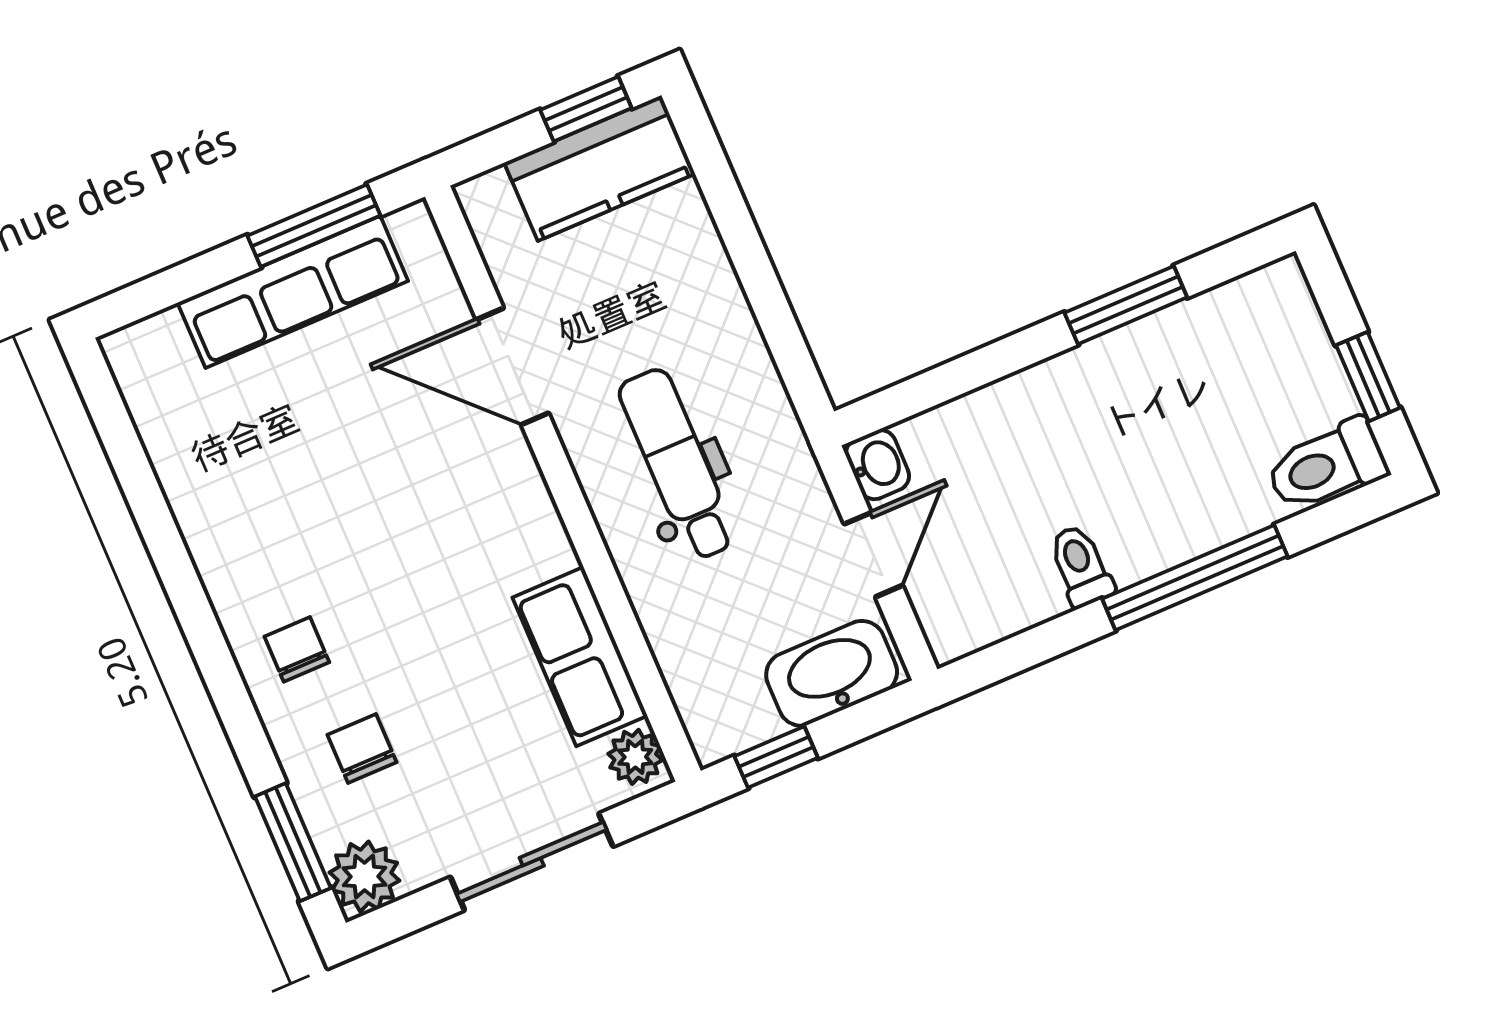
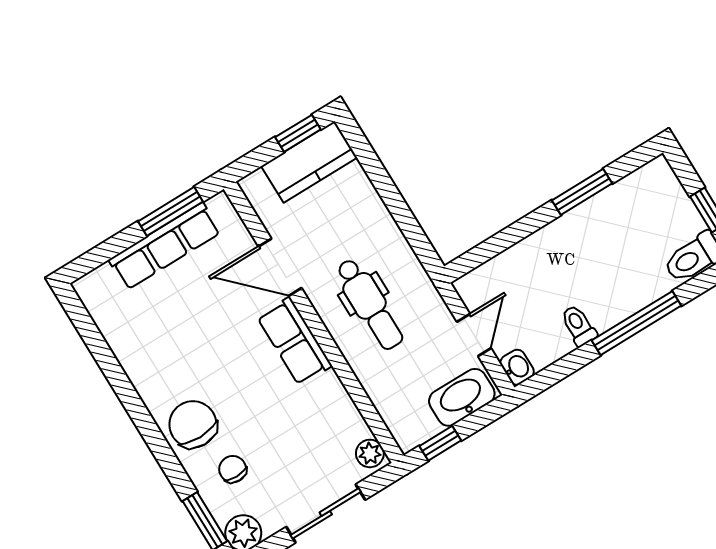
dental chair: (677, 464) -> (370, 304), turned 180
washbasin: (878, 465) -> (517, 367), moved
chair: (297, 649) -> (193, 424), width x1.87, depth x1.87
row of seats: (580, 657) -> (294, 341), moved

